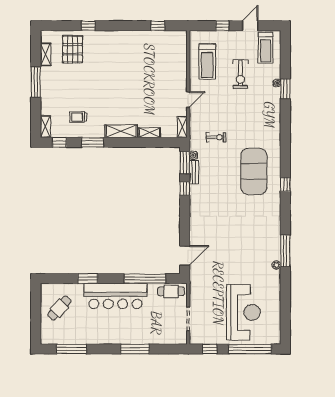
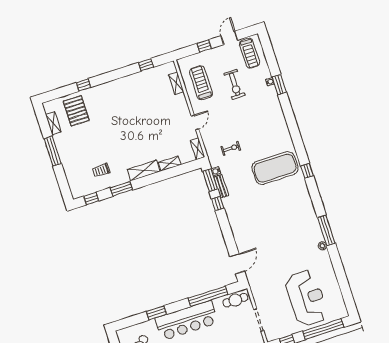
treadmill: (207, 62) -> (201, 83), turned 180
shelving: (45, 127) -> (176, 83), moved
exercise mat: (254, 171) -> (275, 168), turned 90

